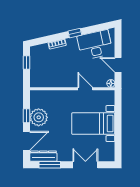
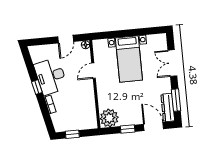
desk: (95, 45) -> (51, 76), moved
plant: (39, 117) -> (109, 118), moved

